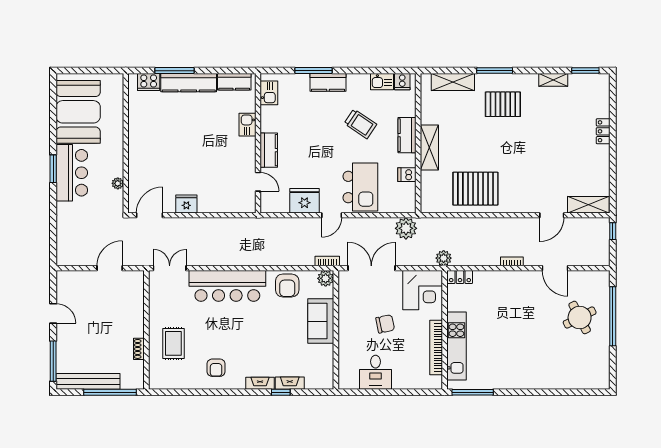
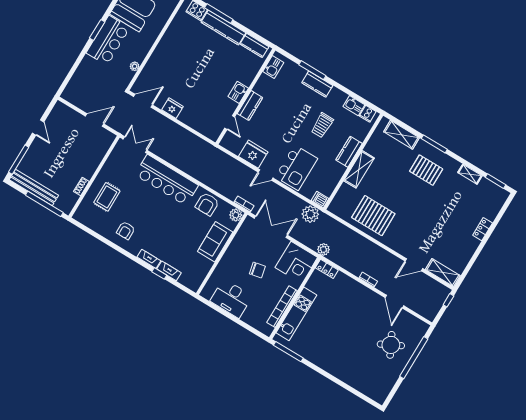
trolley: (360, 124) -> (322, 125), turned 56
kitchen sink: (247, 125) -> (238, 92), moved
dishwasher: (407, 175) -> (320, 199), moved
desk: (376, 372) -> (231, 299), width x1.37

